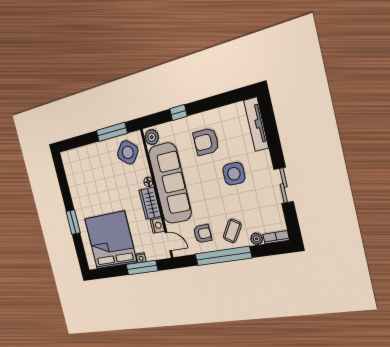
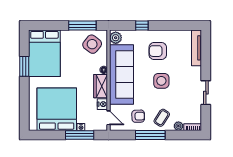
side table: (234, 174) -> (161, 81), moved
bed: (82, 176) -> (44, 53), added
window: (73, 222) -> (24, 66), moved
window: (223, 256) -> (150, 135), width x0.68

